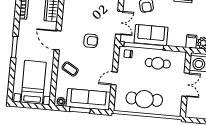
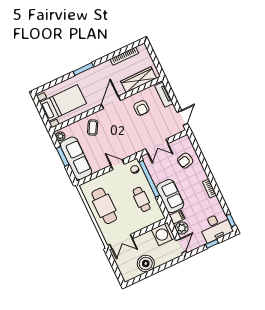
sofa: (151, 35) -> (170, 196), moved
armchair: (91, 41) -> (141, 108), moved
door: (114, 78) -> (118, 165), moved
double door: (186, 85) -> (121, 242), moved

